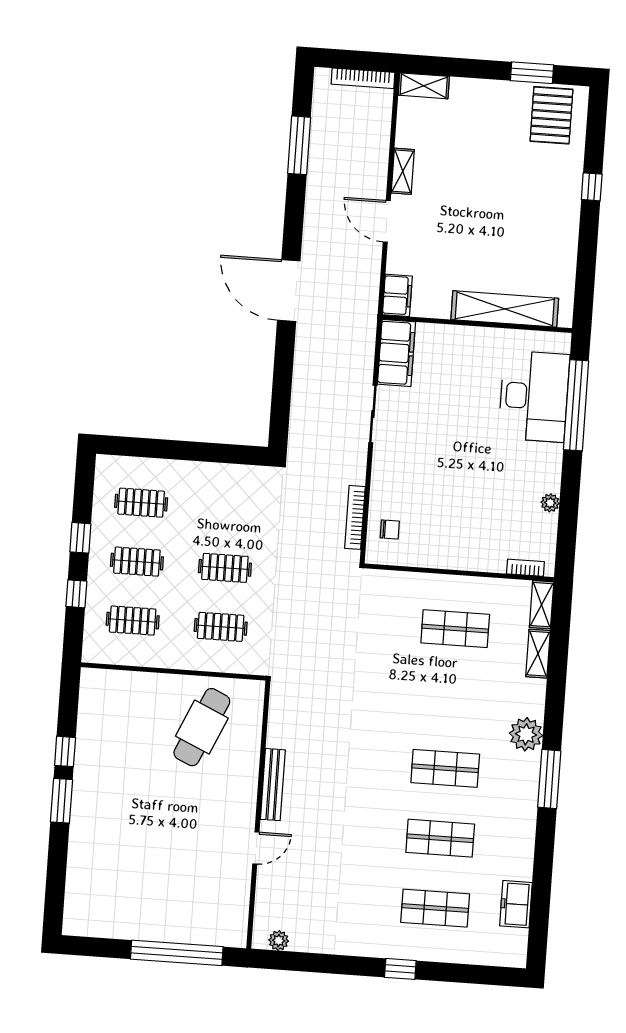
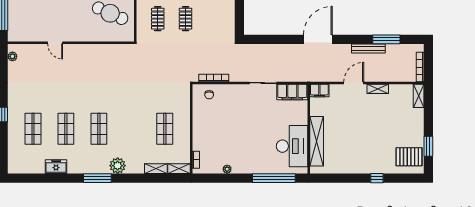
desk: (534, 396) -> (292, 146), moved, turned -90
bench: (273, 785) -> (368, 48), moved
freezer: (516, 904) -> (56, 167), moved

